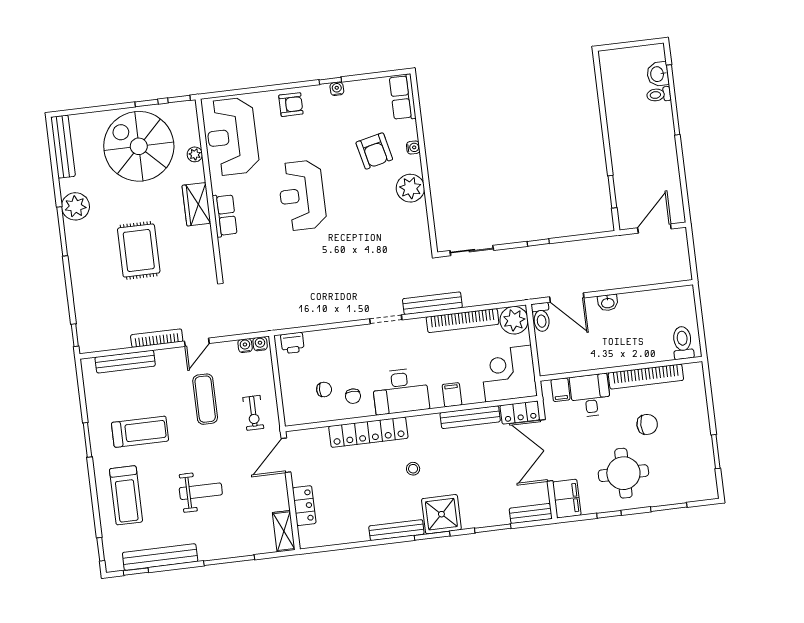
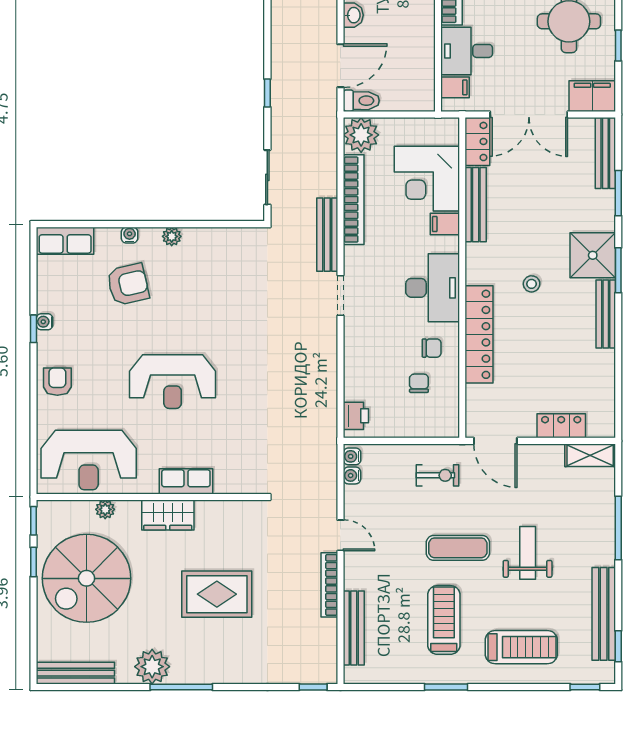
plant: (410, 188) -> (172, 236), width x0.53, depth x0.53
corner desk: (508, 374) -> (427, 179), moved
exercise mat: (205, 399) -> (458, 548), moved
bench: (531, 513) -> (605, 153), width x1.36

